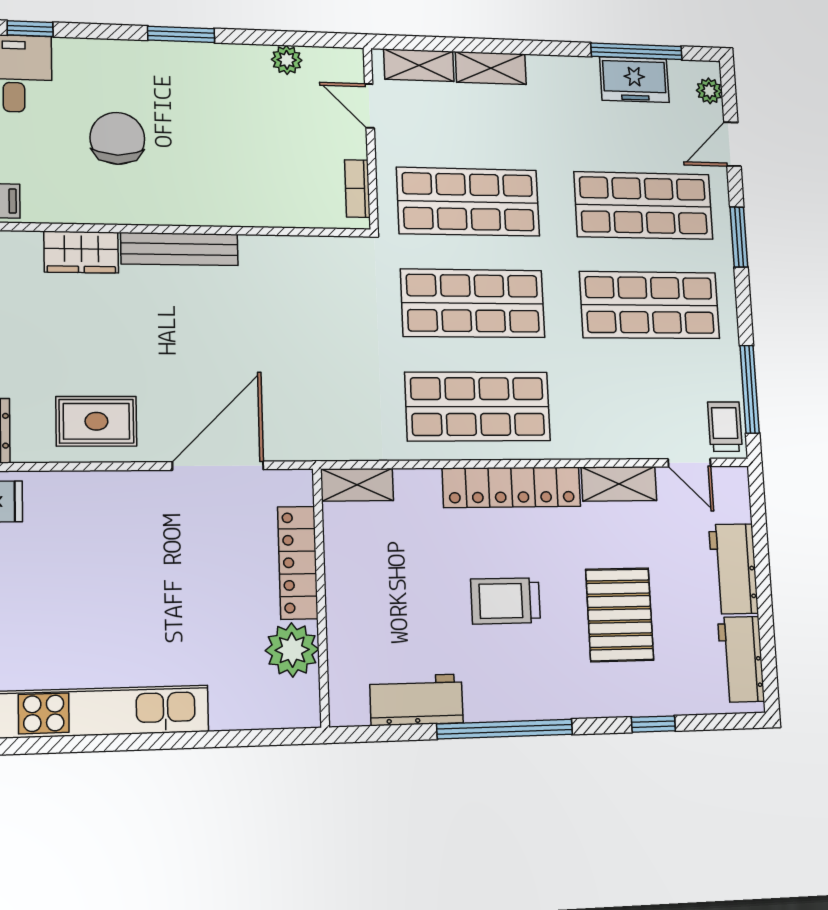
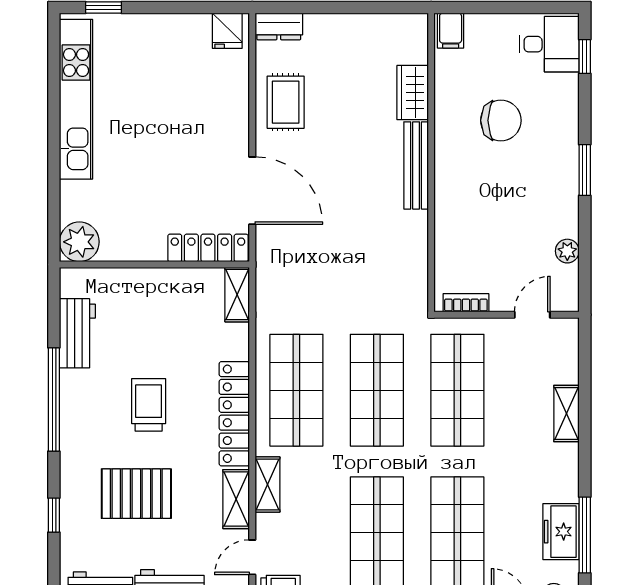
shelving: (419, 65) -> (267, 484), moved
locker: (298, 563) -> (208, 248), moved
plant: (292, 650) -> (79, 242), moved

